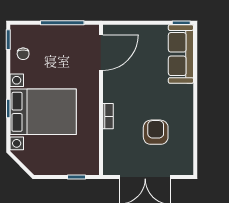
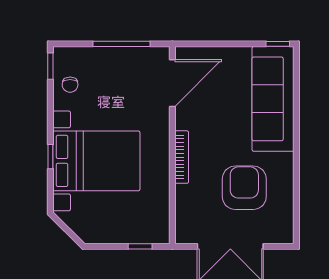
sofa: (181, 54) -> (273, 99), width x1.36, depth x1.27
bookcase: (108, 116) -> (182, 157), width x1.56
armchair: (156, 132) -> (244, 188), width x1.36, depth x1.36

